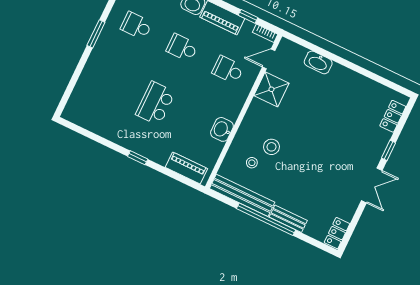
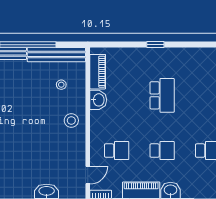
shower: (271, 89) -> (74, 152), removed
stool: (272, 147) -> (71, 120), moved
piano: (186, 168) -> (98, 72), moved, turned -90

